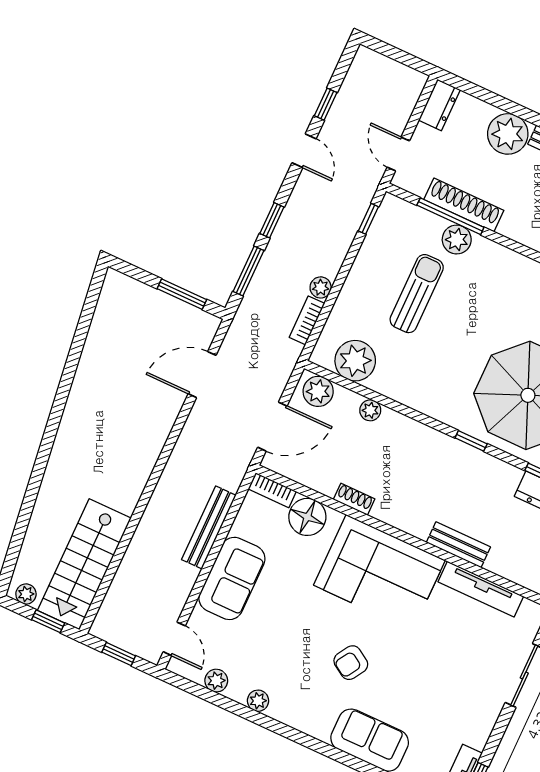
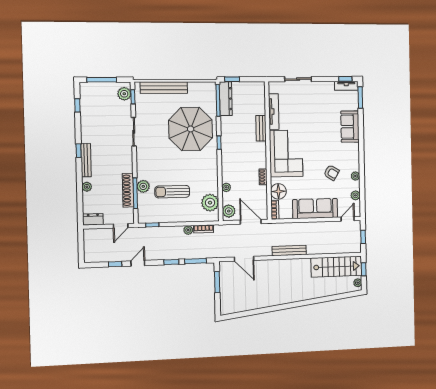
plant: (508, 134) -> (87, 187), width x0.53, depth x0.53
bench: (209, 527) -> (289, 250), moved
sofa: (232, 578) -> (315, 209), width x1.36
armchair: (351, 663) -> (331, 173), moved

